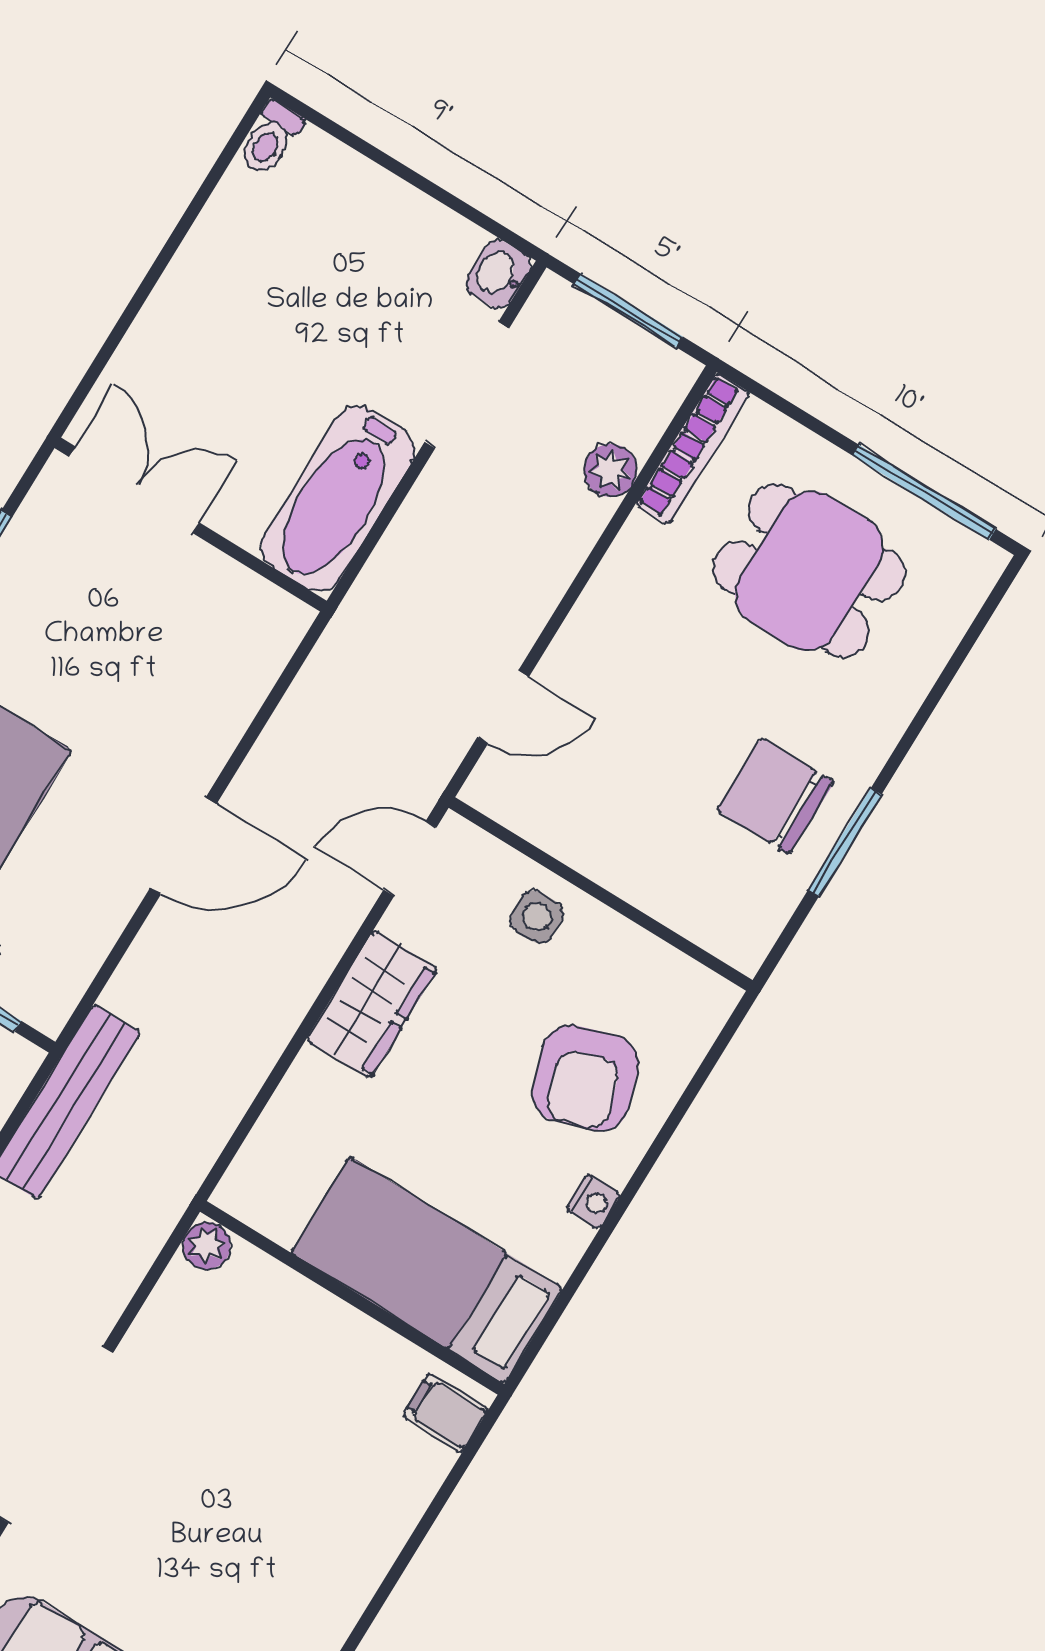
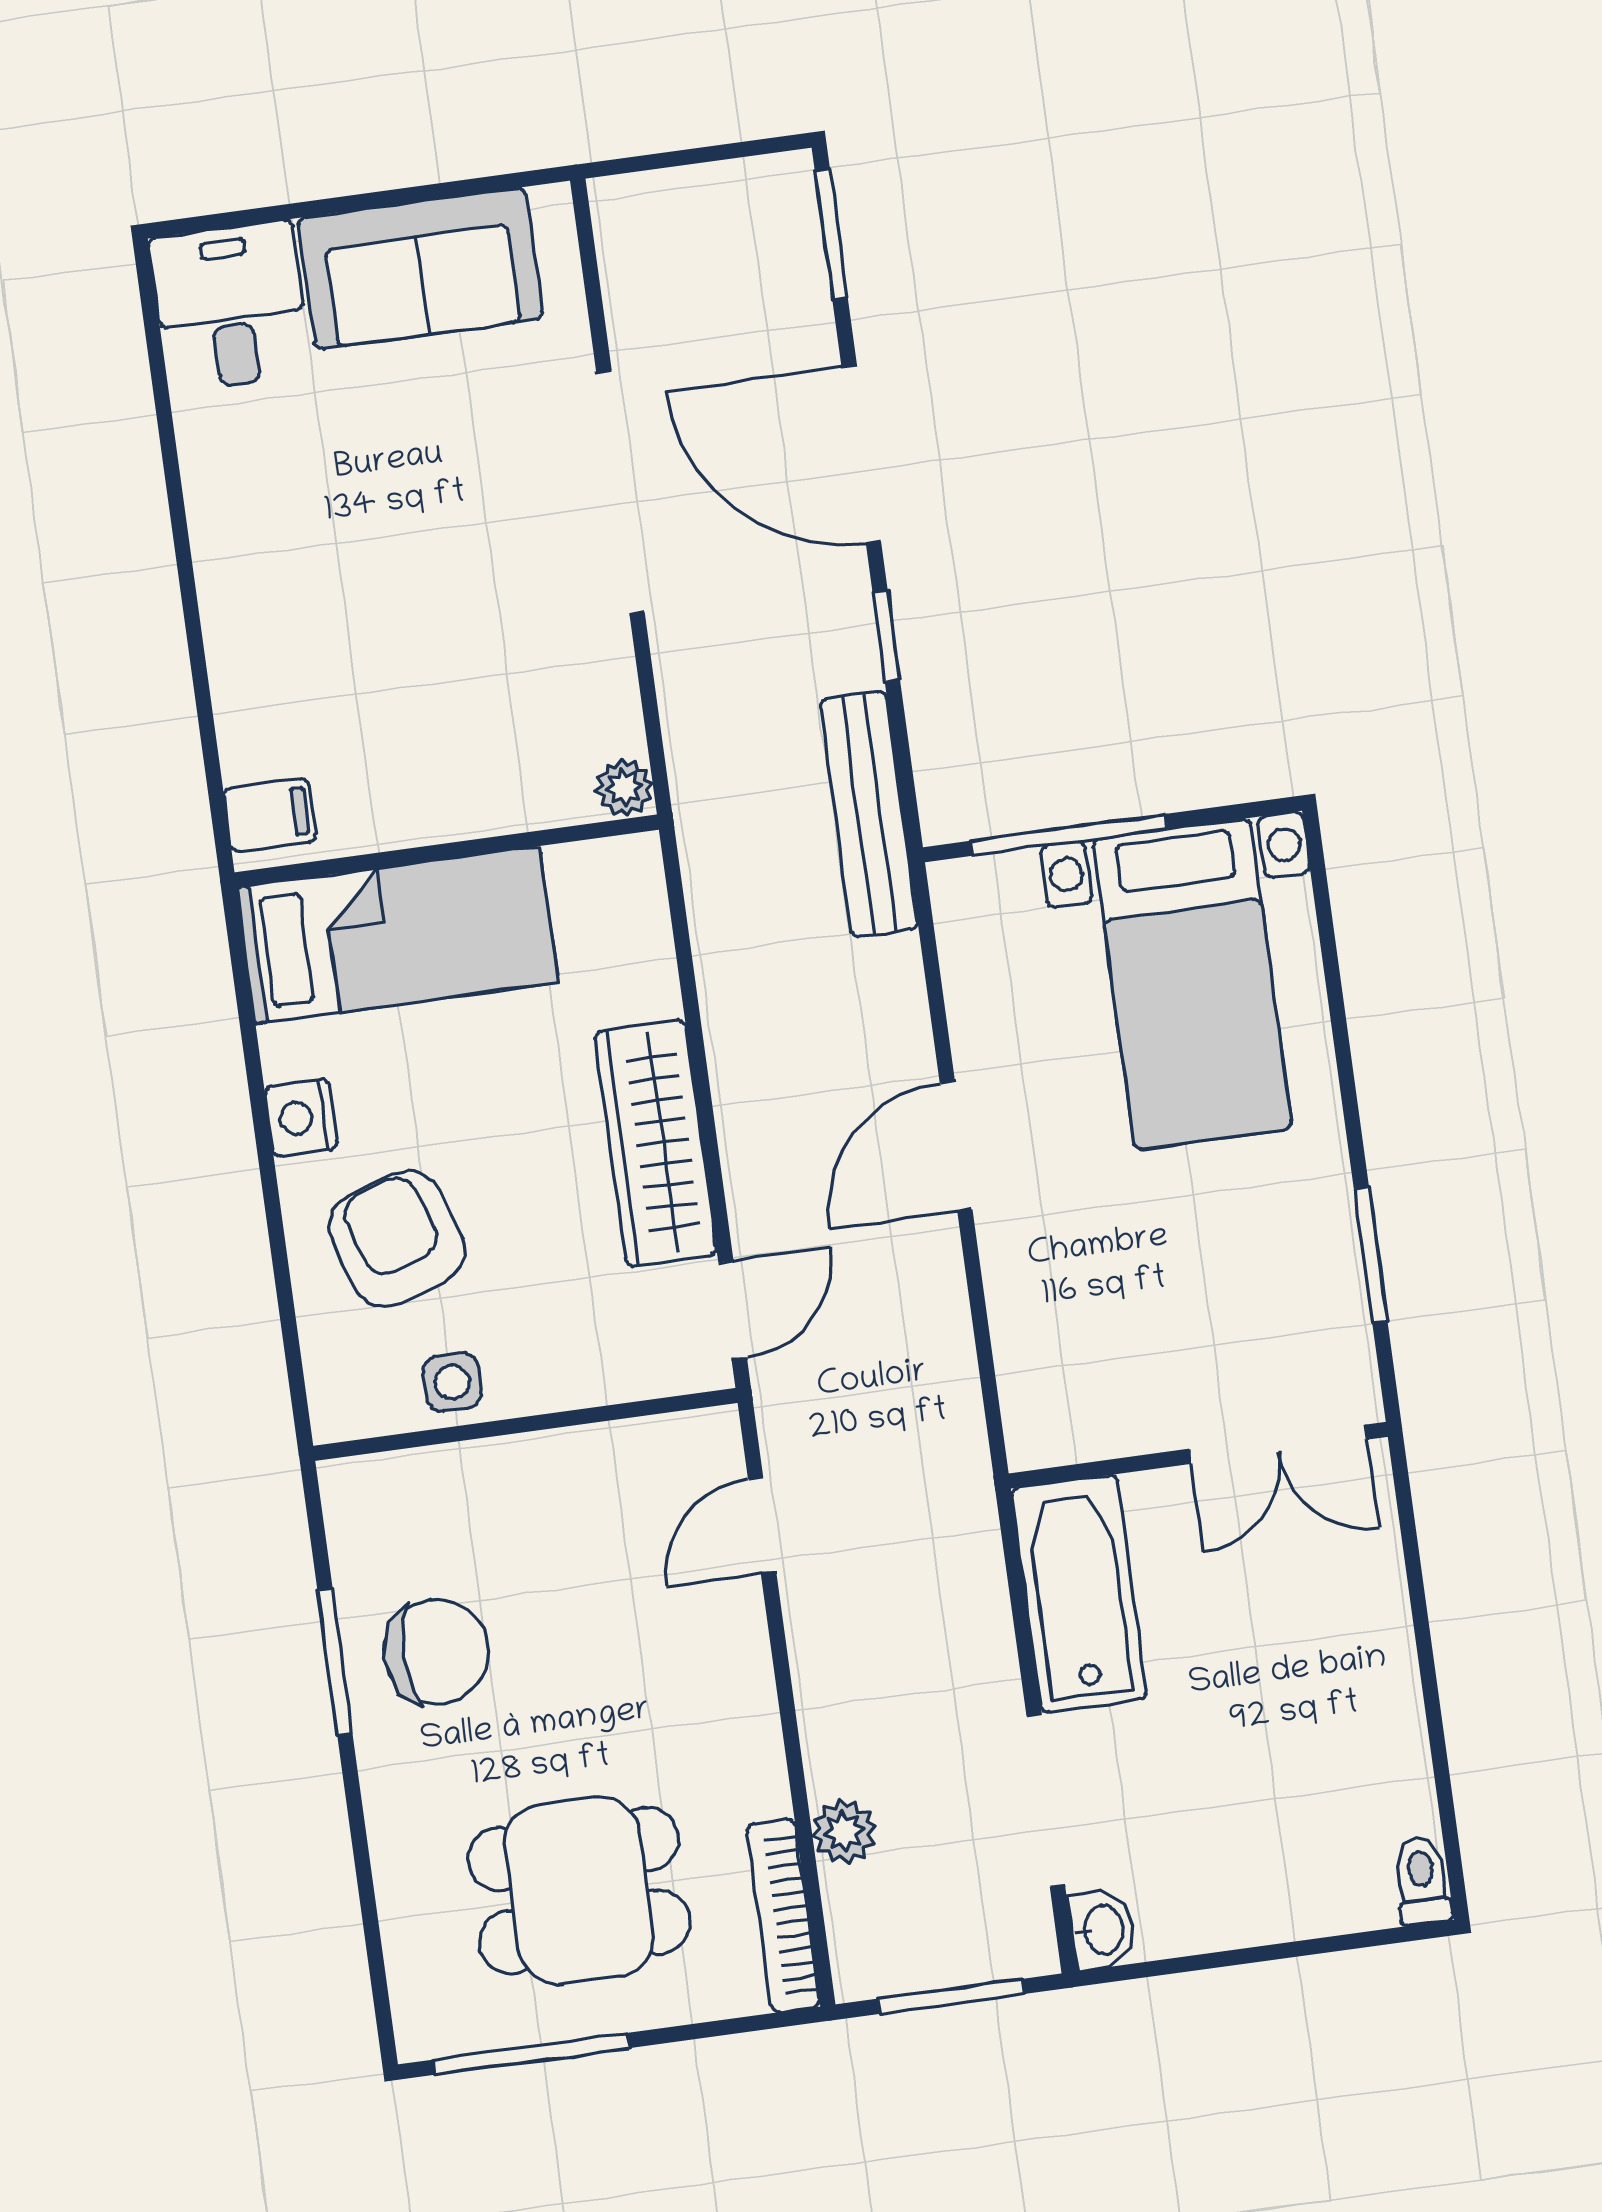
side table: (537, 917) -> (452, 1382), moved
wardrobe: (372, 1004) -> (656, 1143), width x1.50
nightstand: (593, 1202) -> (301, 1118), width x1.39, depth x1.35

